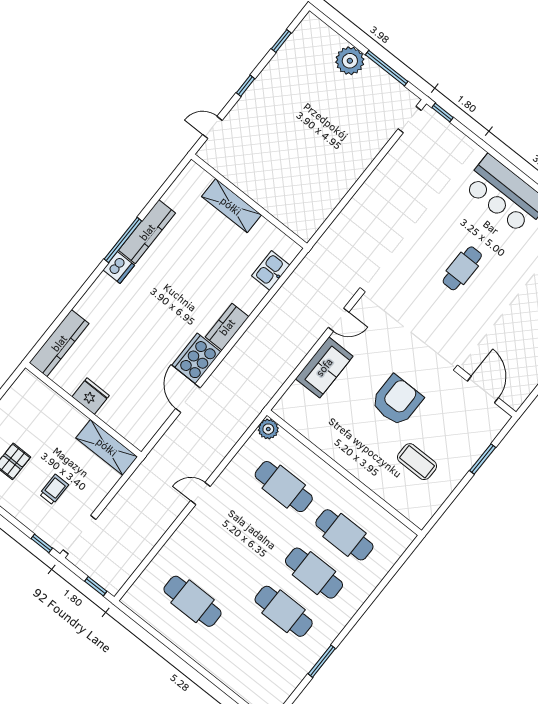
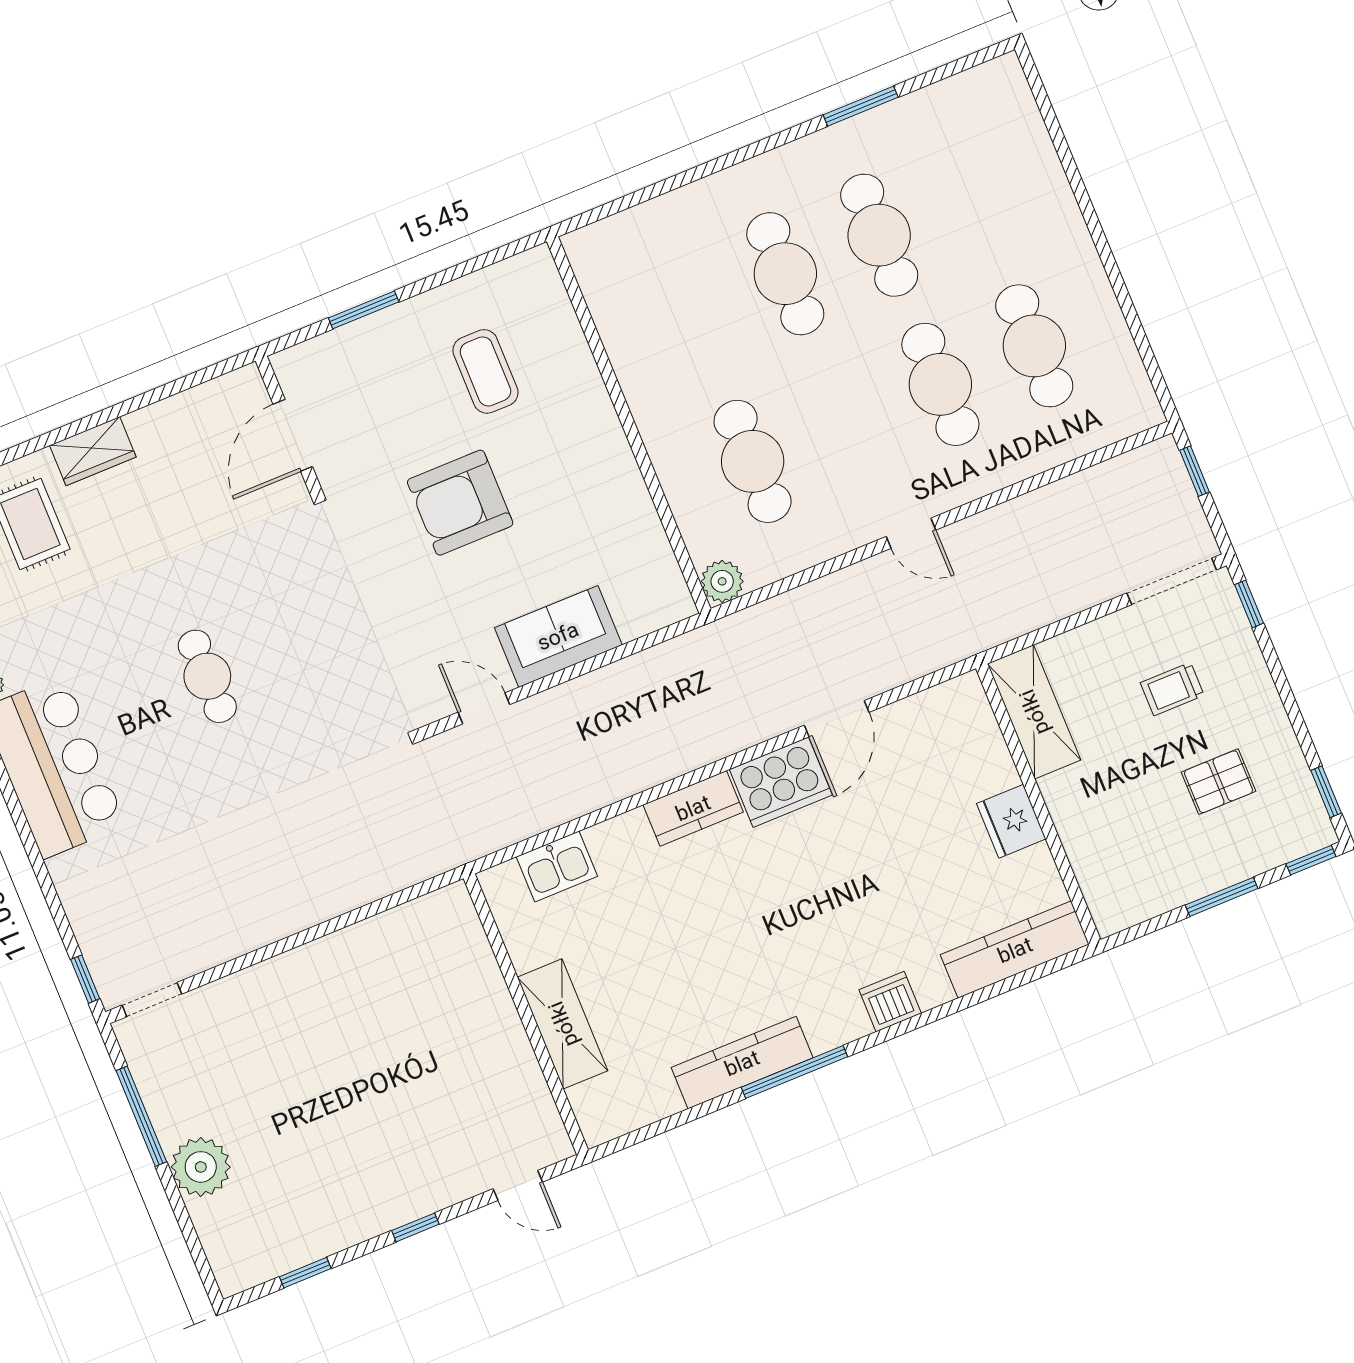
dishwasher: (119, 268) -> (890, 1002), moved
cafe table: (462, 268) -> (207, 676), turned 90
cafe table: (344, 535) -> (940, 384), moved

